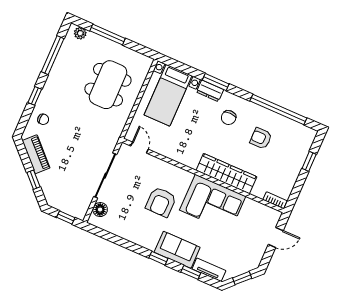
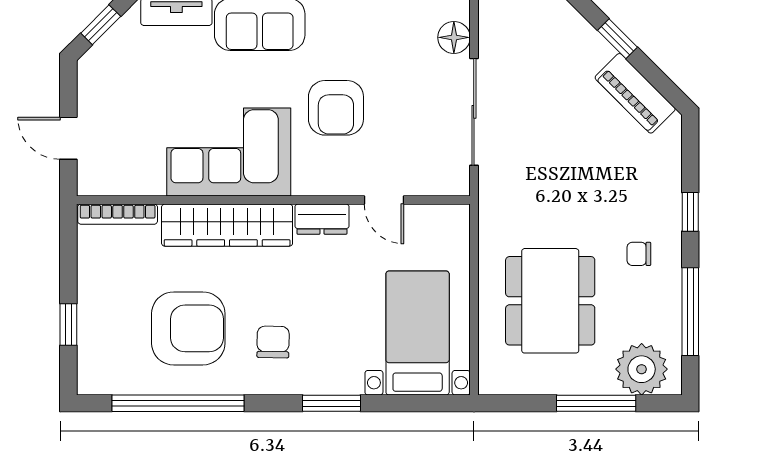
plant: (80, 33) -> (642, 369), width x1.87, depth x1.87
dresser: (210, 91) -> (322, 219), moved, turned 180
chair: (43, 119) -> (639, 254), moved
armchair: (261, 138) -> (188, 328), width x1.88, depth x1.88
door: (139, 148) -> (384, 200), moved
bookcase: (275, 200) -> (118, 214), width x1.56
armchair: (161, 202) -> (336, 108), turned 180
door: (276, 238) -> (68, 138), hinge flipped

